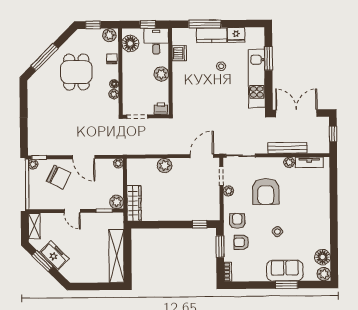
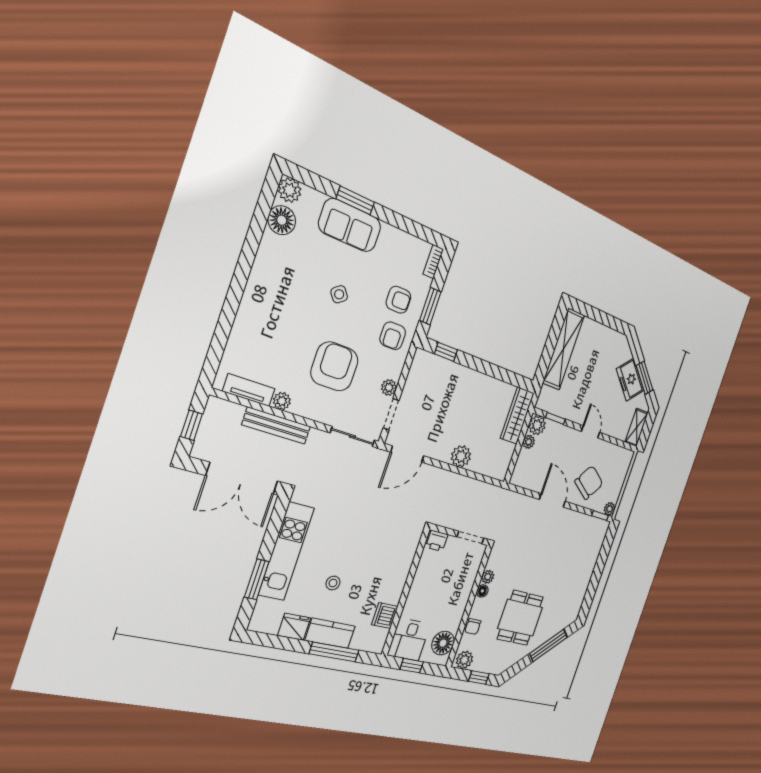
plant: (161, 74) -> (419, 591), removed
plant: (118, 163) -> (529, 442), moved
chair: (59, 177) -> (589, 483), turned 99

